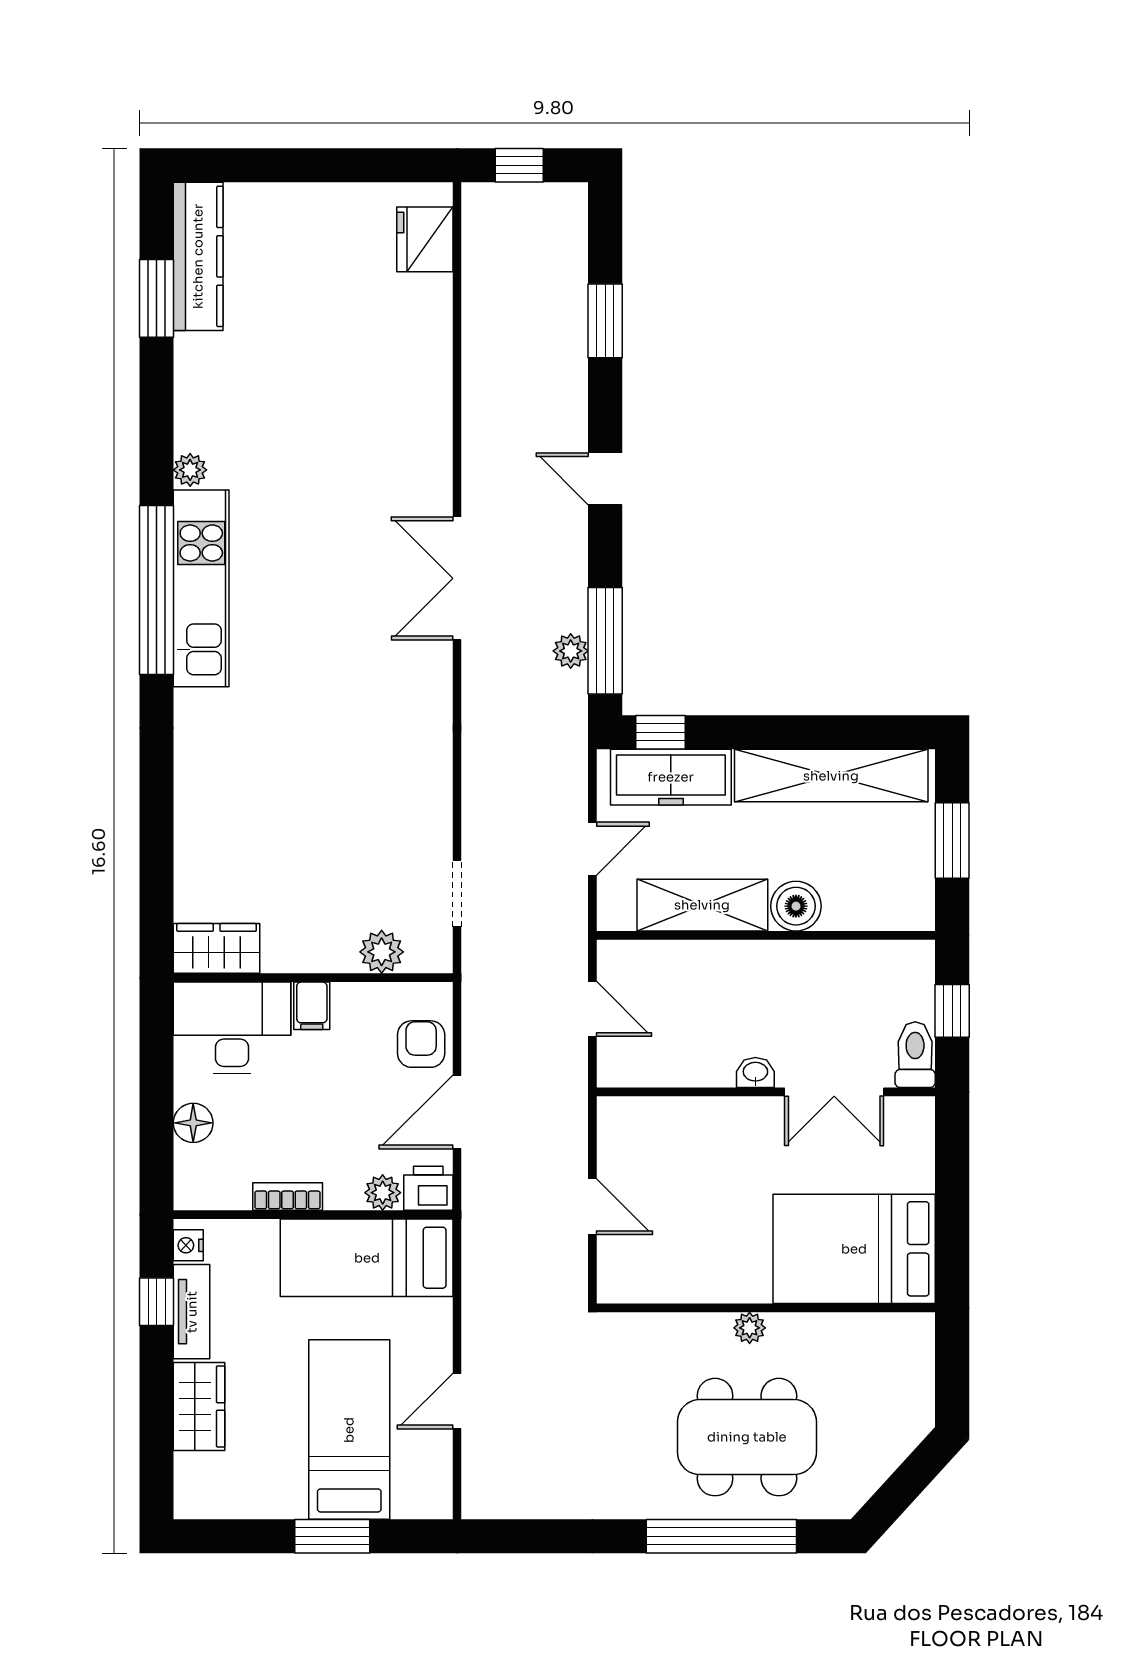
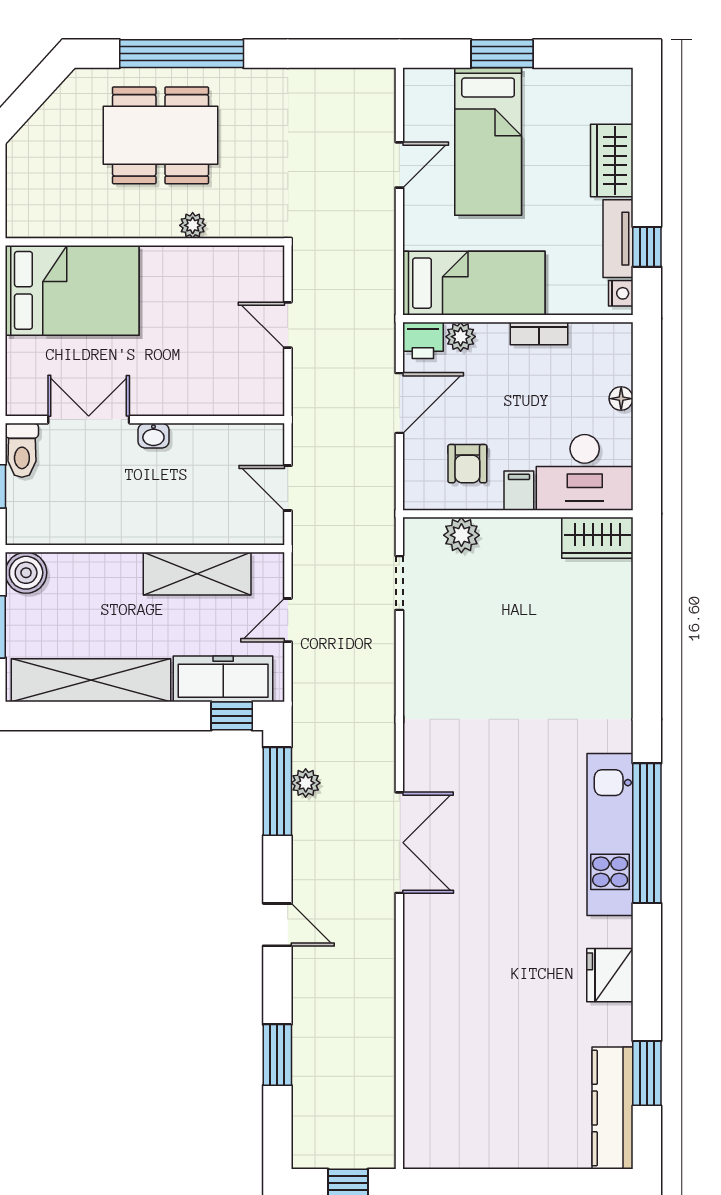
fridge: (425, 239) -> (610, 975), moved, turned 180
plant: (190, 470) -> (619, 932), removed
boiler: (796, 906) -> (26, 573), moved
armchair: (421, 1044) -> (467, 464), moved
floor lamp: (193, 1123) -> (621, 399), width x0.73, depth x0.73
plant: (750, 1328) -> (193, 225), moved

